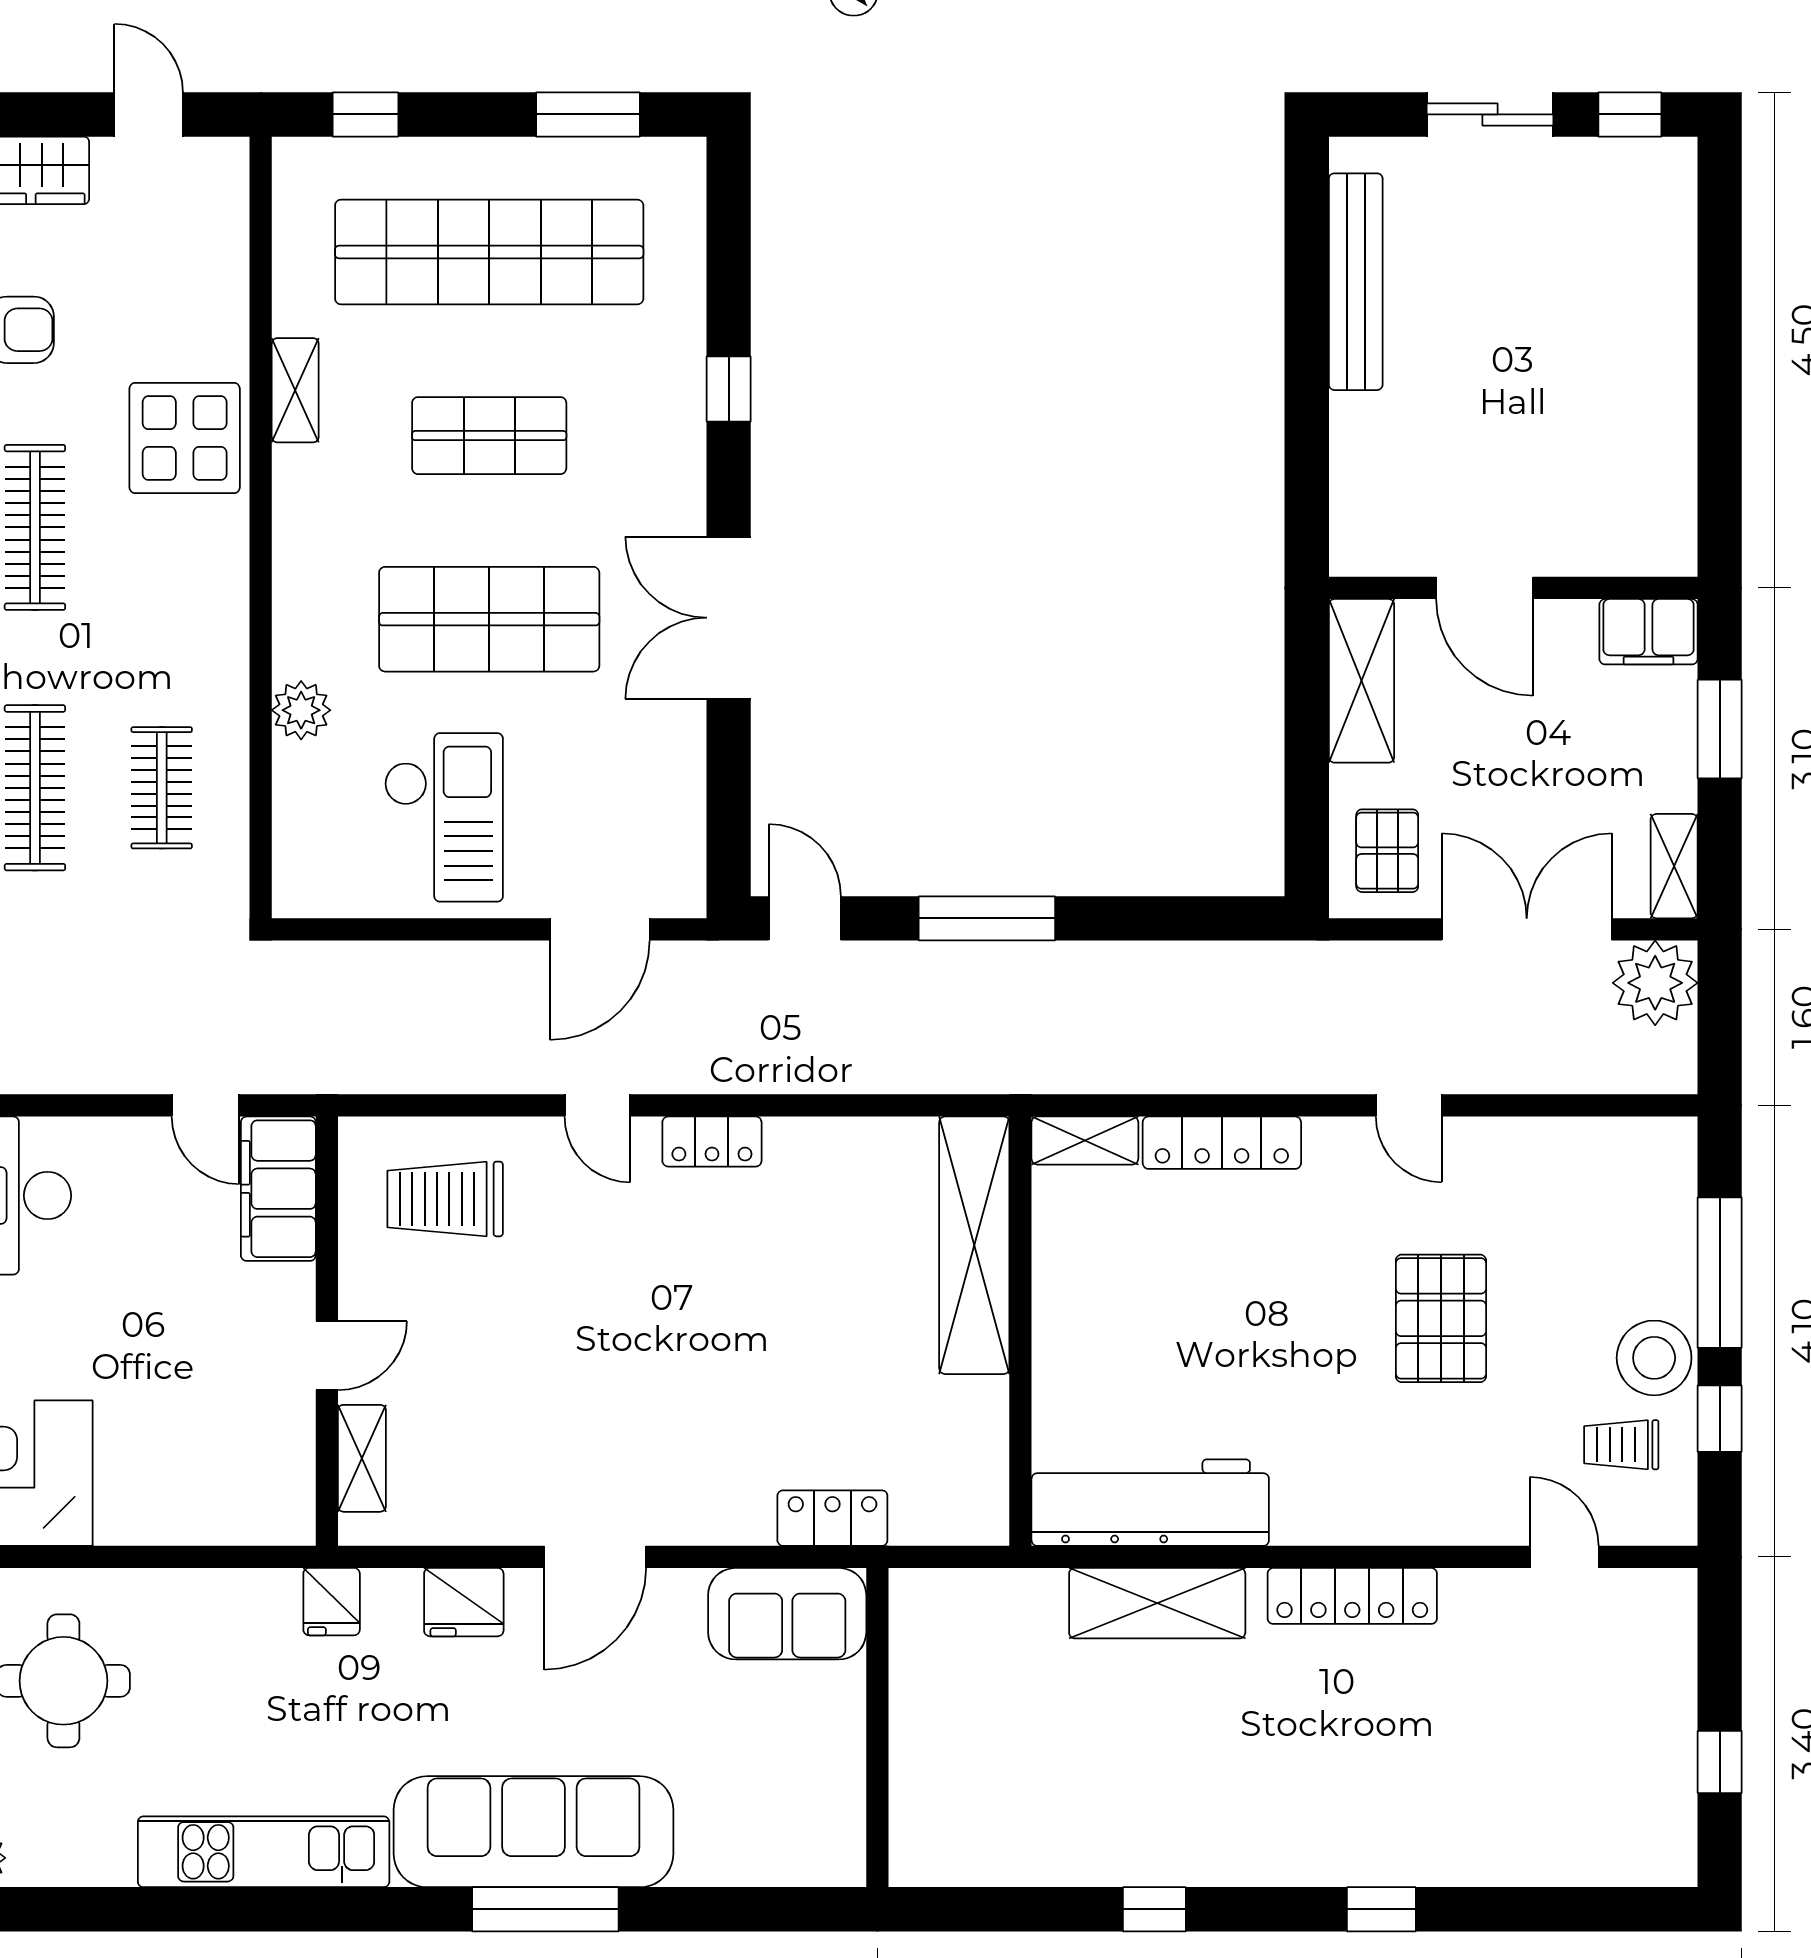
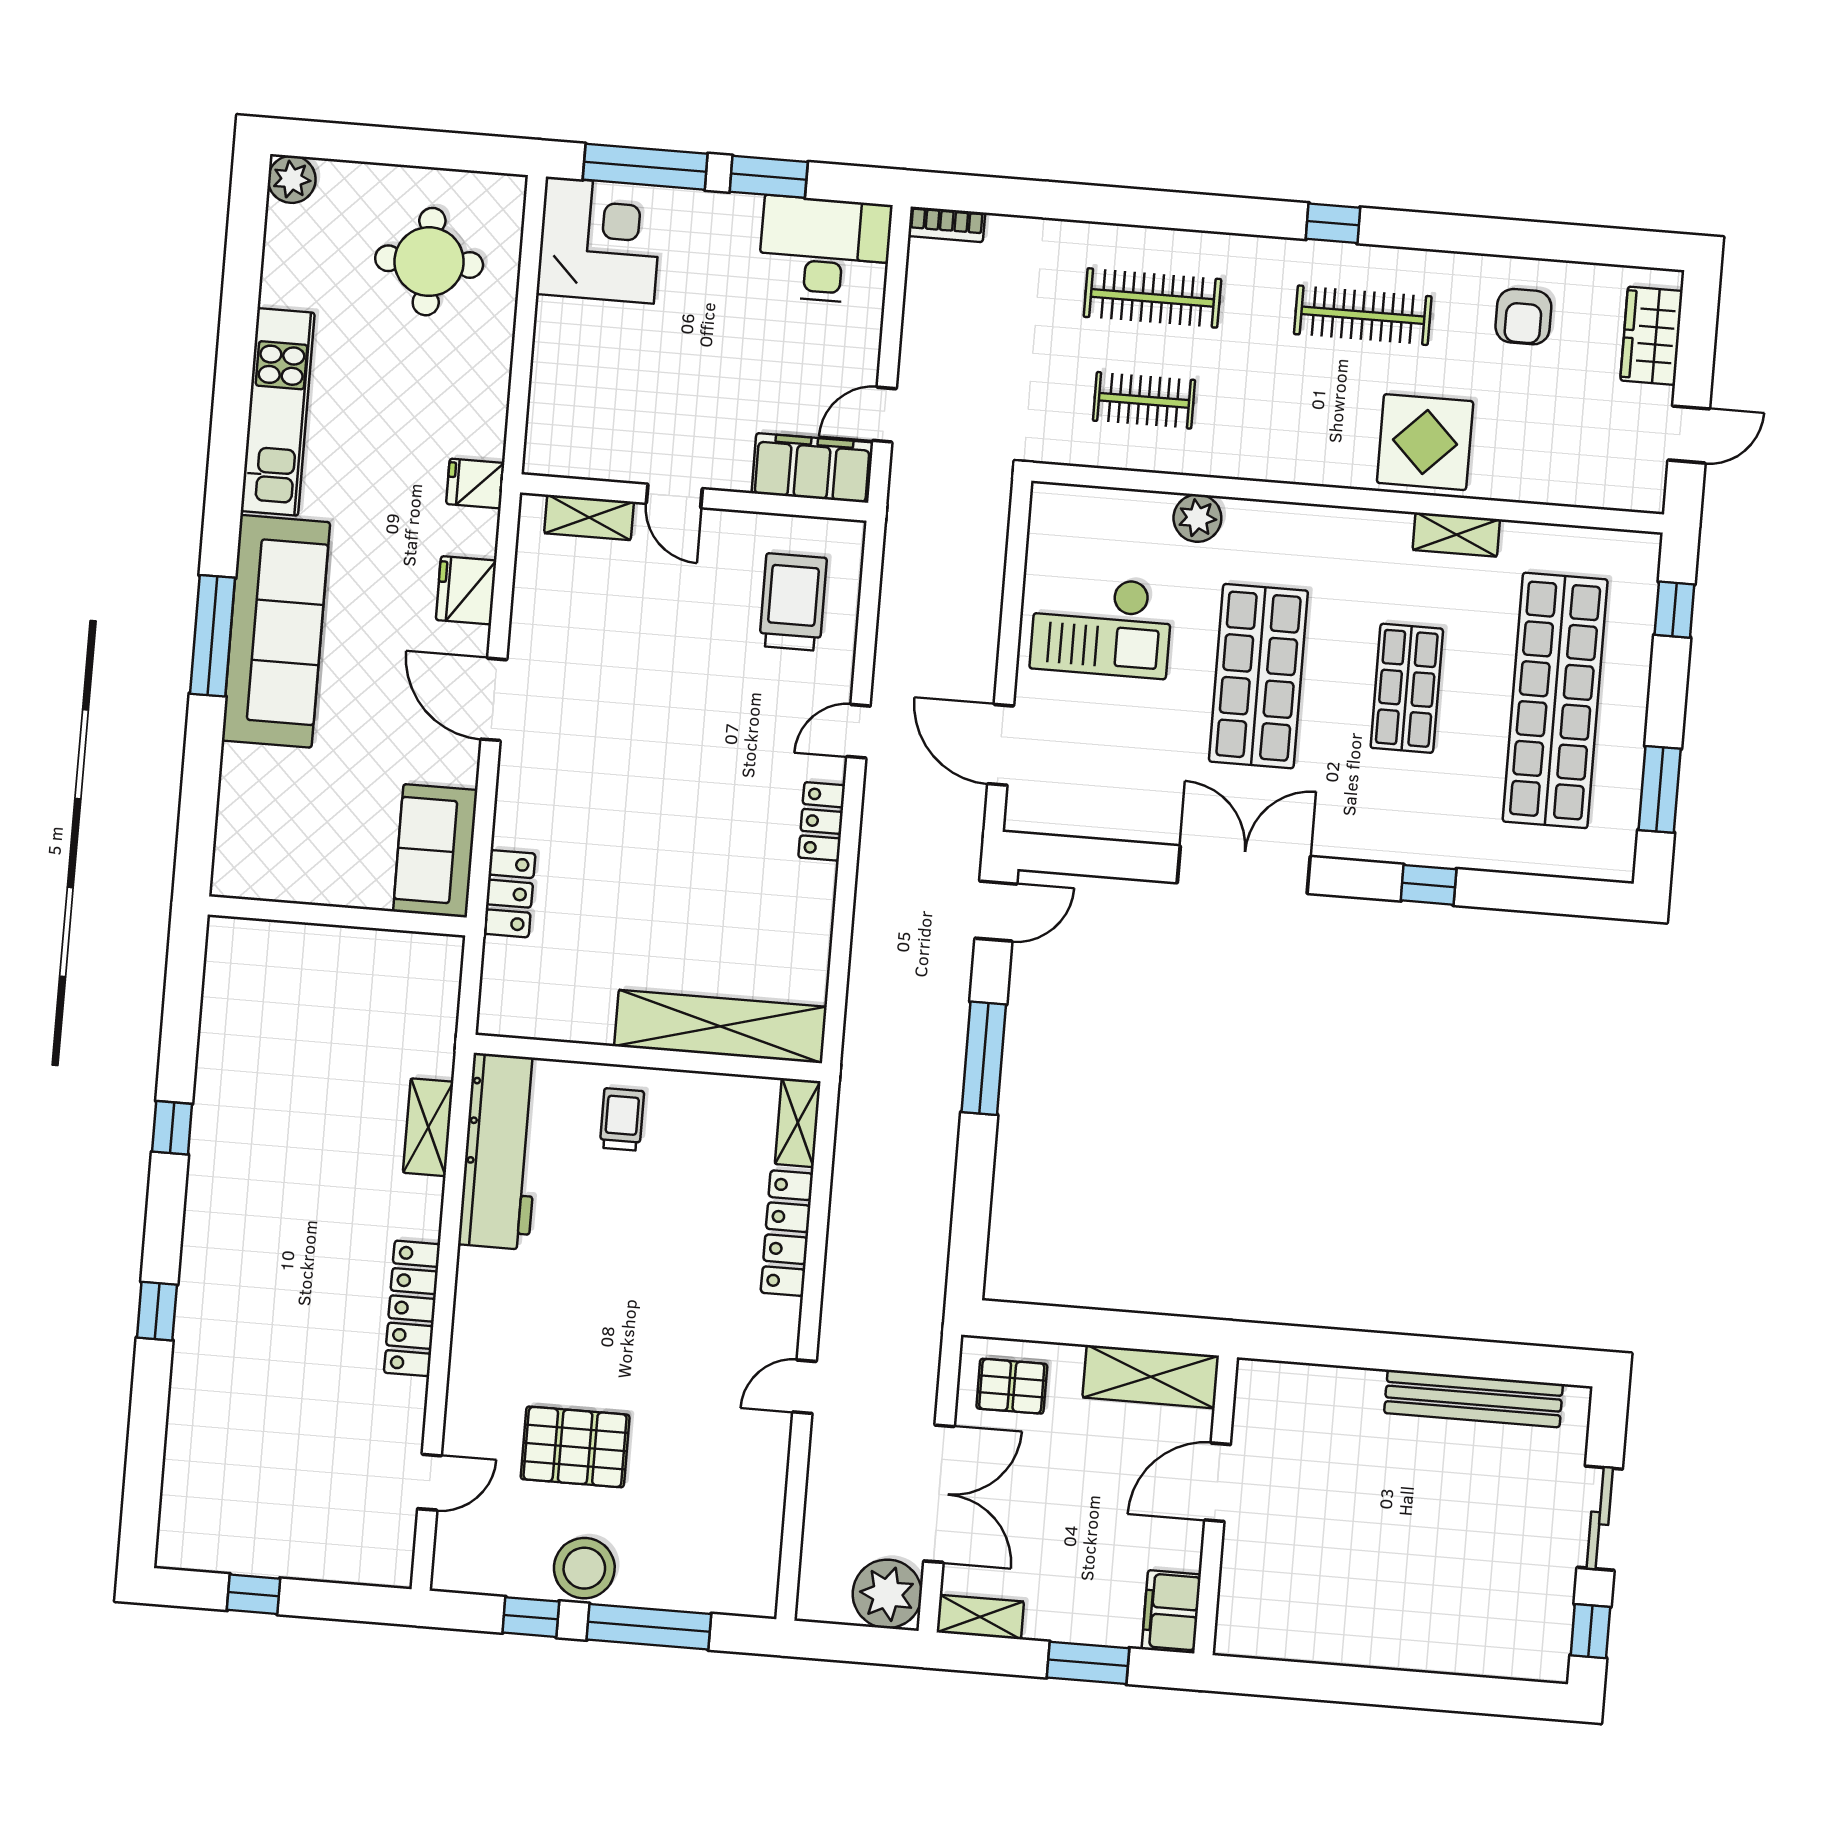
pallet: (1441, 1318) -> (575, 1447), moved
trolley: (1621, 1445) -> (622, 1119), moved
shelving: (1157, 1603) -> (428, 1127), width x0.67, depth x0.75

